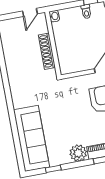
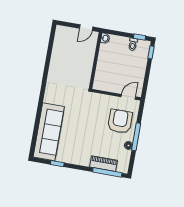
shoe rack: (47, 51) -> (88, 65), removed
plant: (78, 153) -> (83, 158), removed

